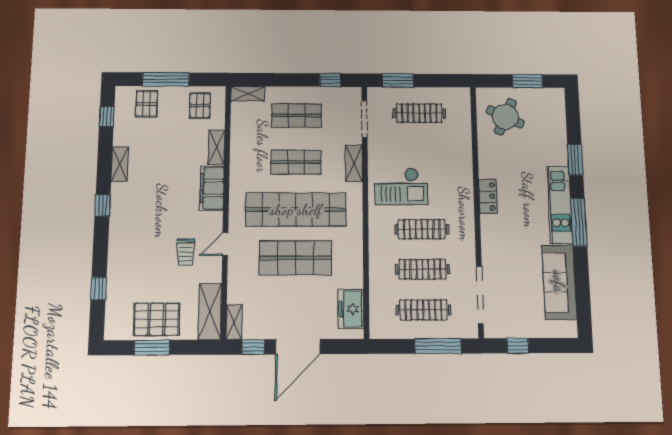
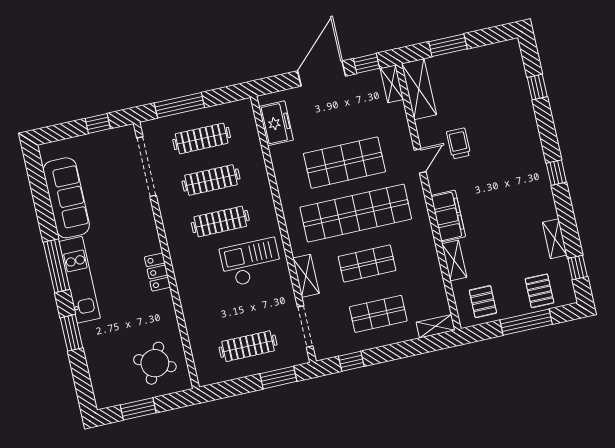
shelving: (120, 164) -> (555, 239), moved
pallet: (157, 319) -> (471, 70), removed
window: (152, 348) -> (448, 45), moved

